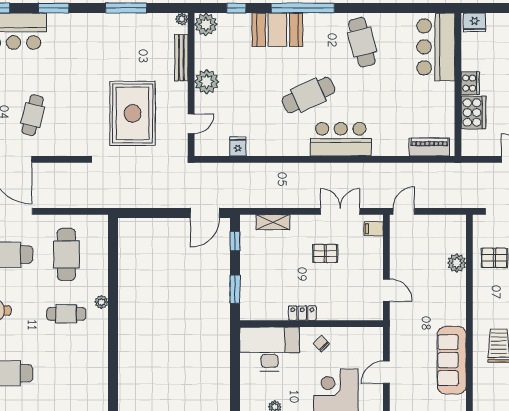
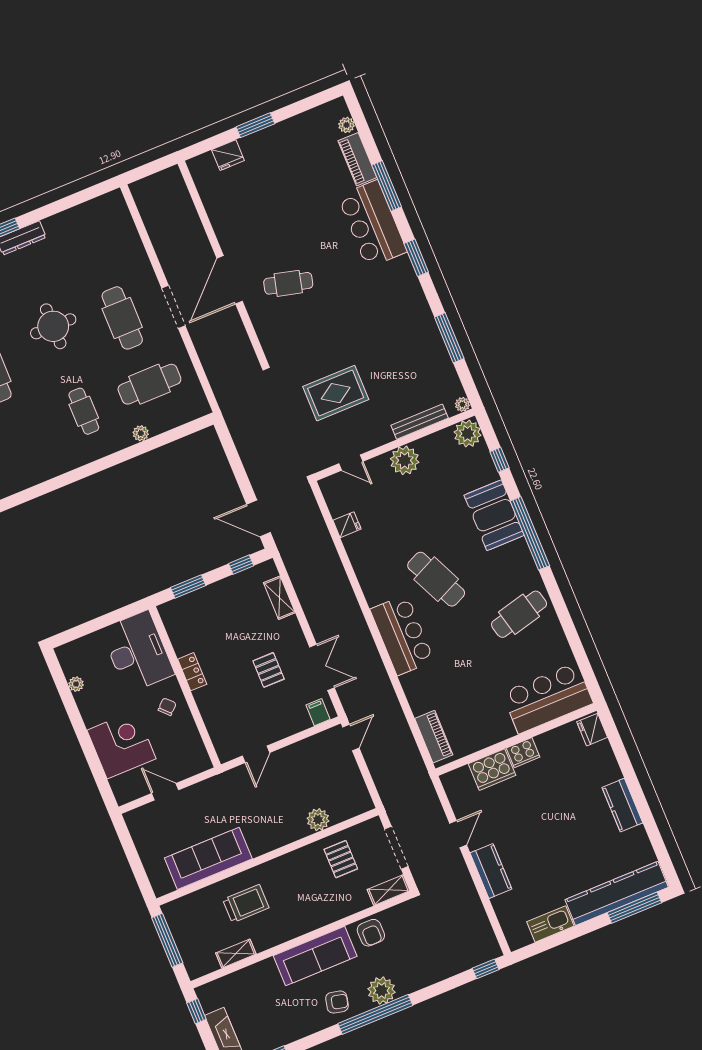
rug: (133, 113) -> (336, 393), width x0.73, depth x0.69
door: (404, 211) -> (351, 738), hinge flipped
plant: (101, 302) -> (141, 433), moved

